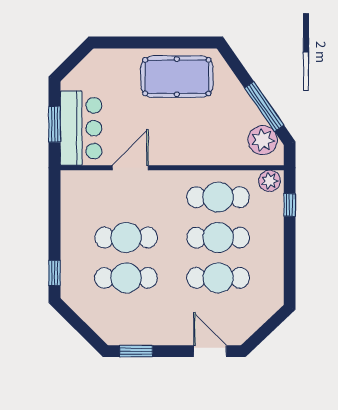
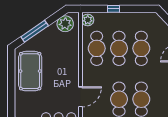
window: (264, 106) -> (35, 31), moved
door: (130, 168) -> (80, 97), swing flipped
window: (290, 205) -> (113, 9), moved

